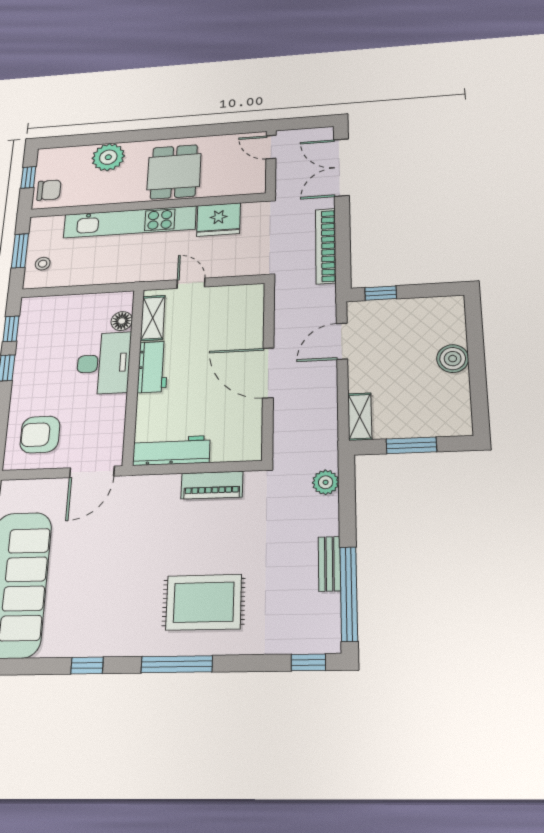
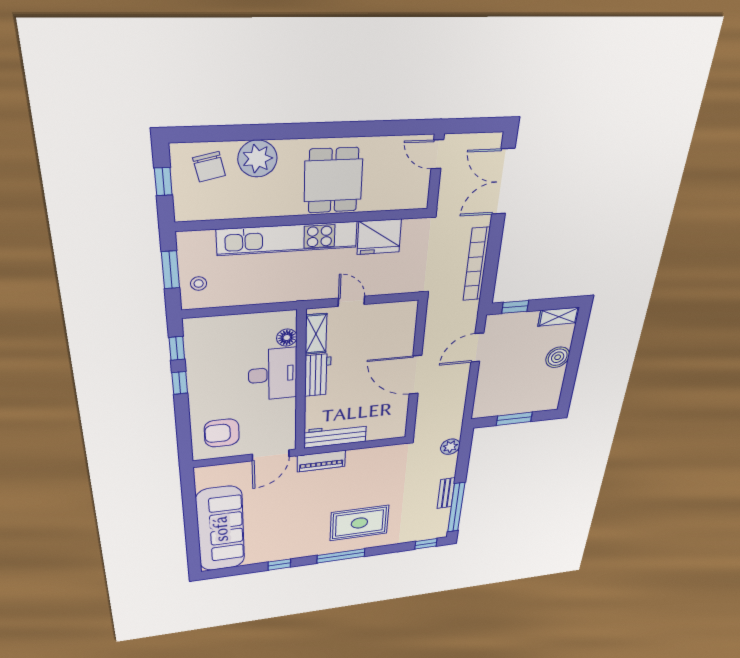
chair: (49, 190) -> (209, 167), moved, turned 78
shelving: (360, 417) -> (559, 317), moved, turned 90
piano: (212, 485) -> (321, 461), moved

